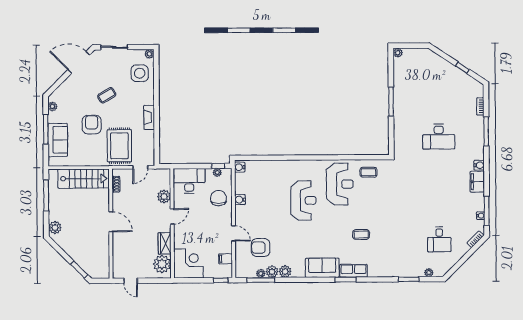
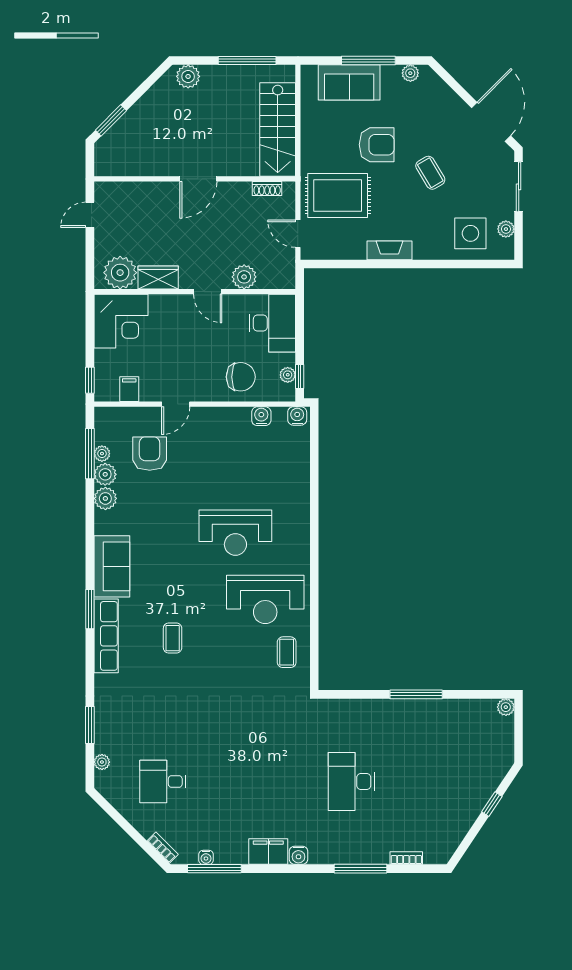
plant: (149, 54) -> (506, 229), moved
window: (462, 68) -> (492, 804), moved
water cooler: (240, 200) -> (261, 416), moved
row of seats: (354, 271) -> (106, 636), width x1.48

